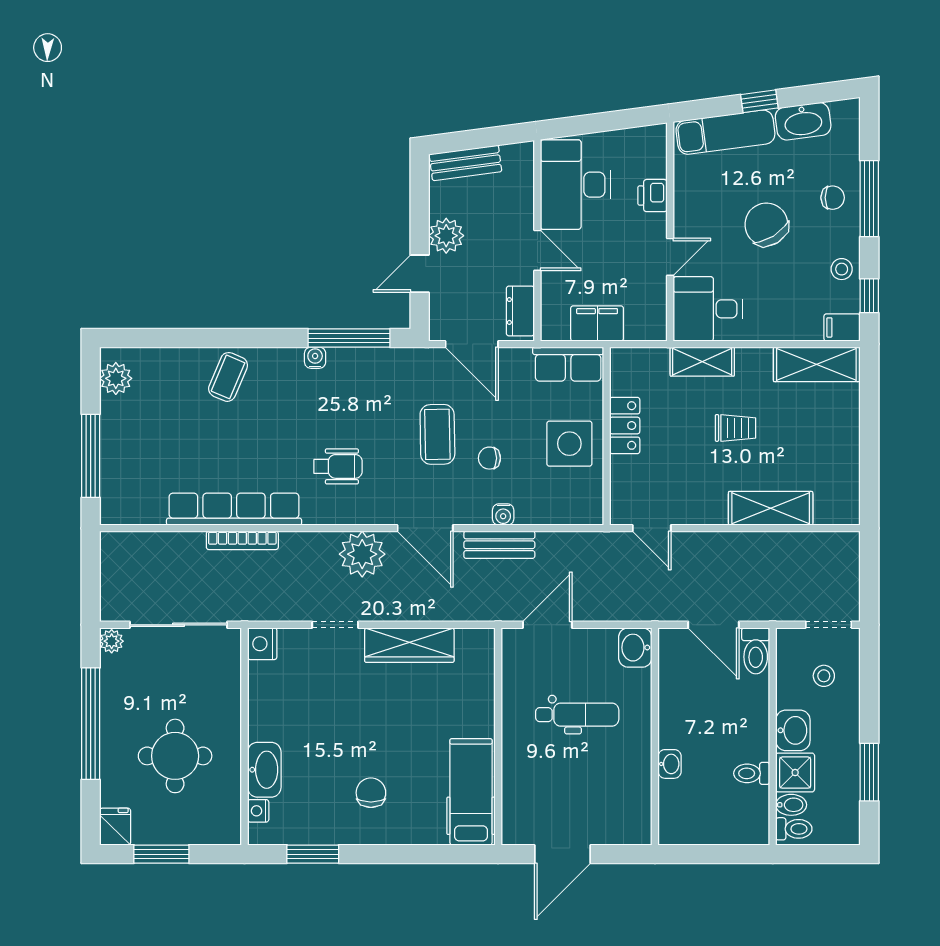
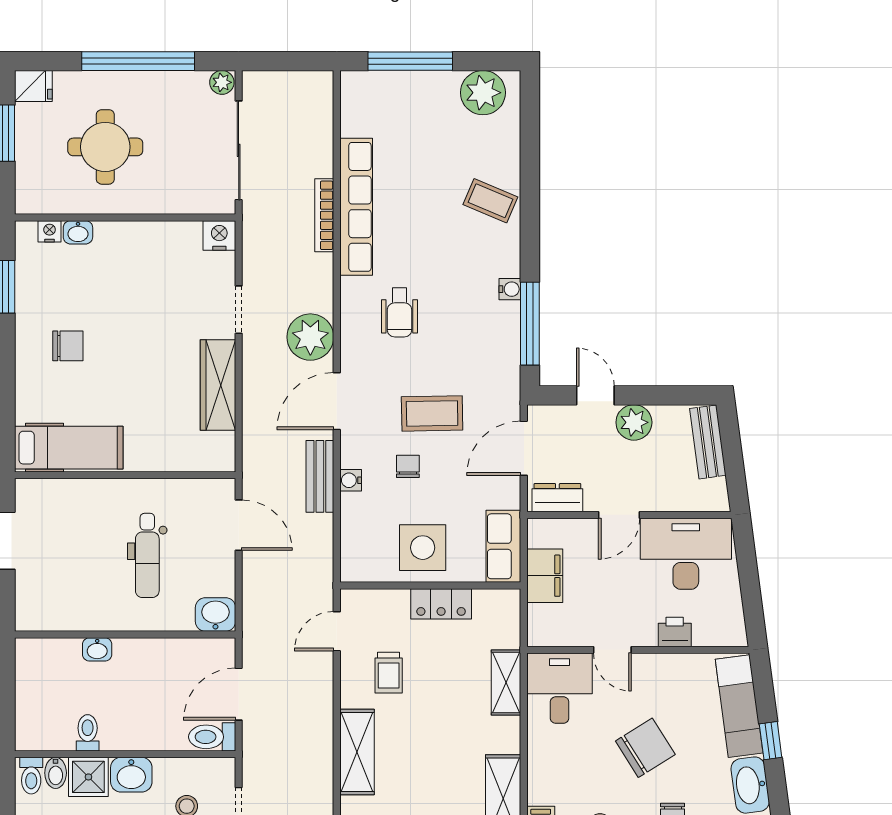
plant: (116, 378) -> (483, 93), width x1.36, depth x1.36
trolley: (735, 428) -> (389, 673), moved
washbasin: (264, 770) -> (78, 232), width x0.52, depth x0.69

